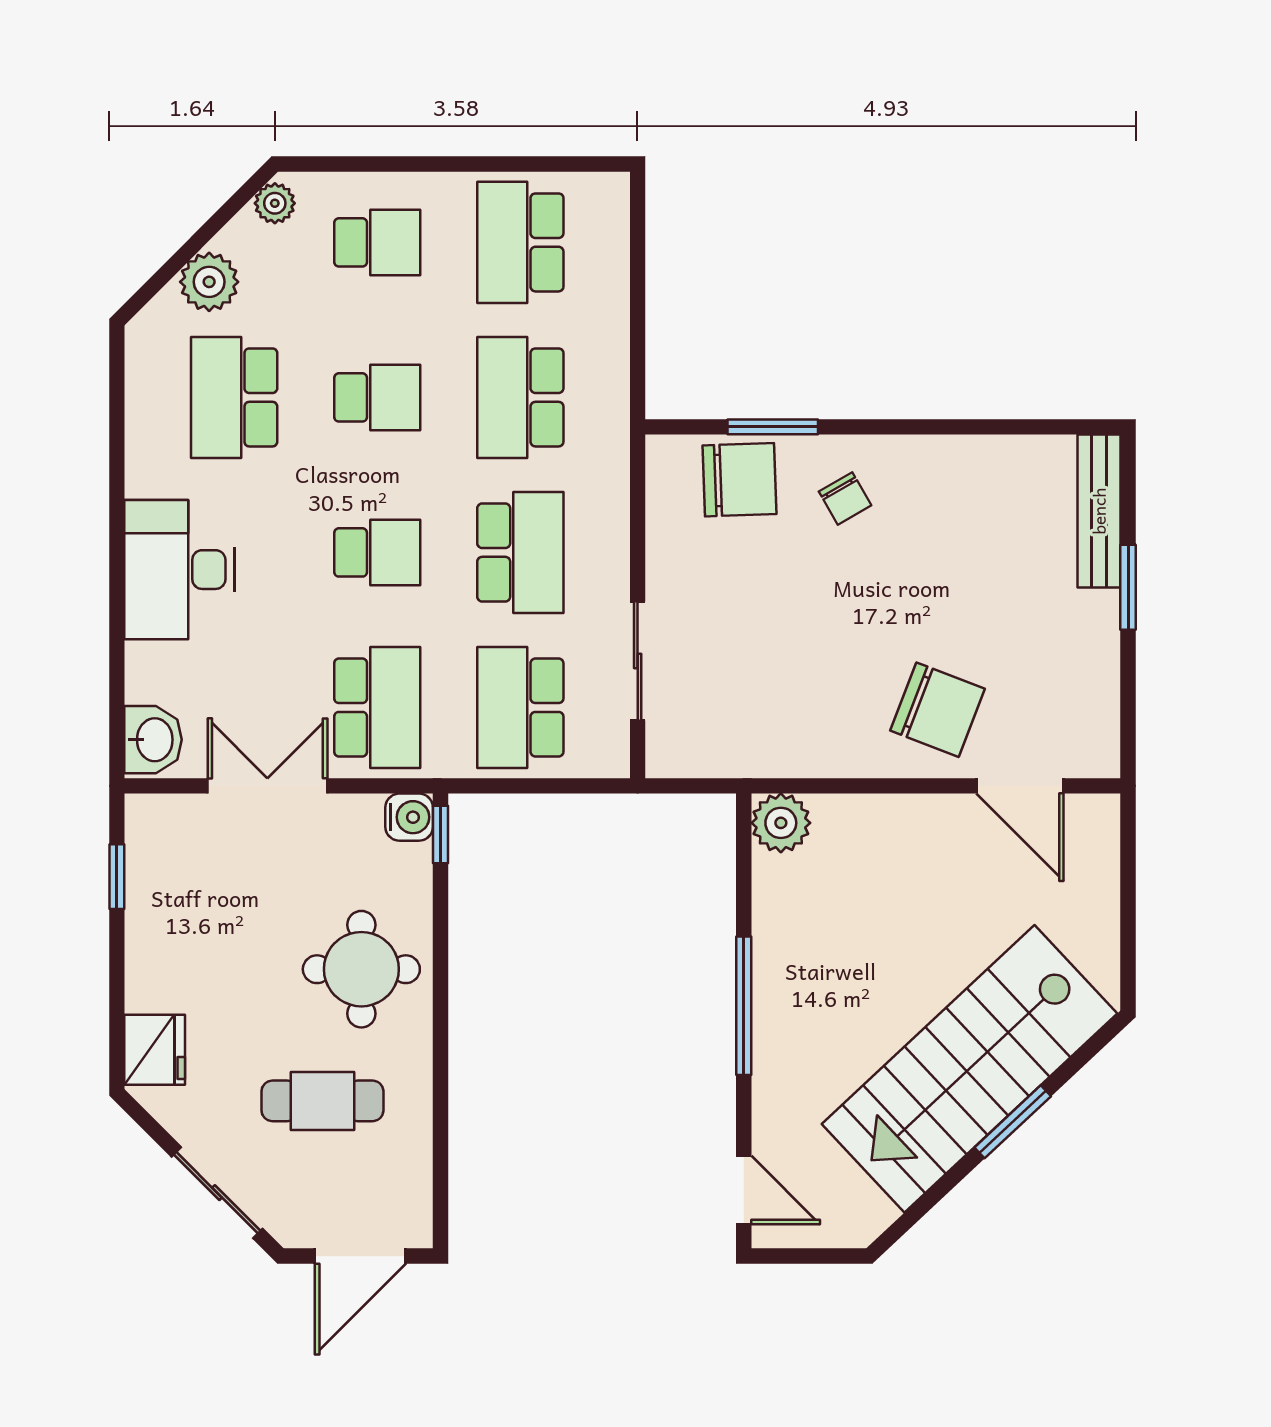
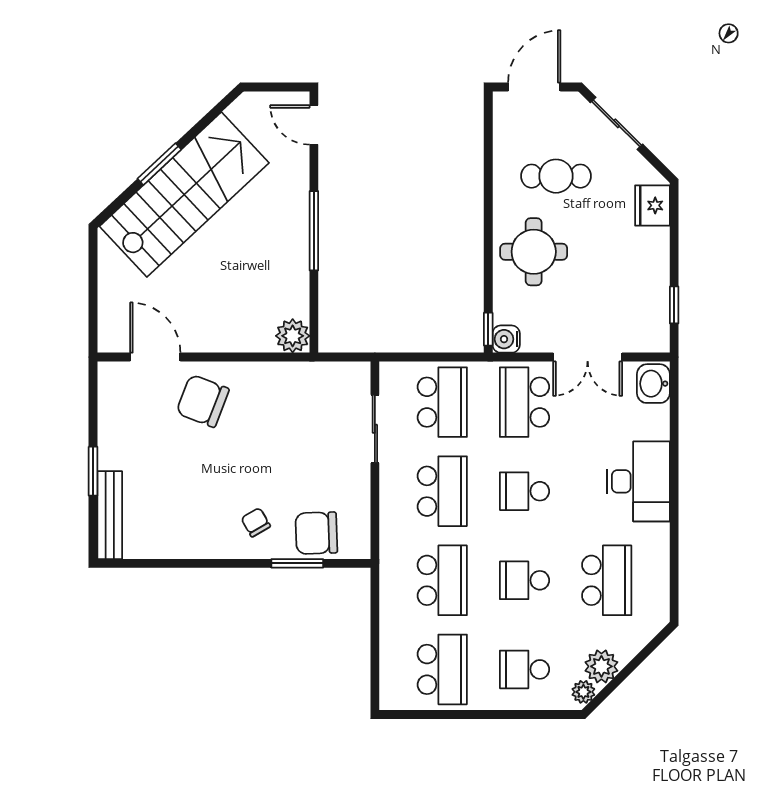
plant: (209, 282) -> (601, 666), moved
school desk: (520, 552) -> (442, 491), turned 180

